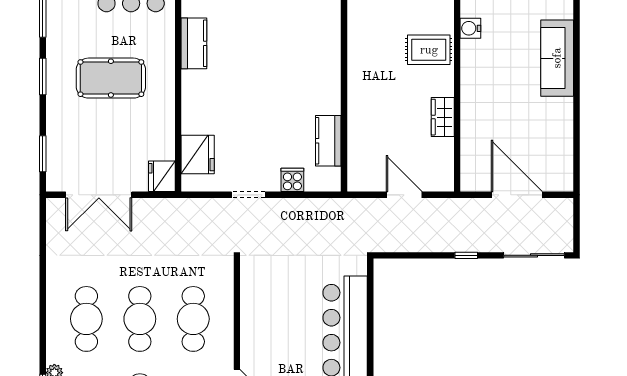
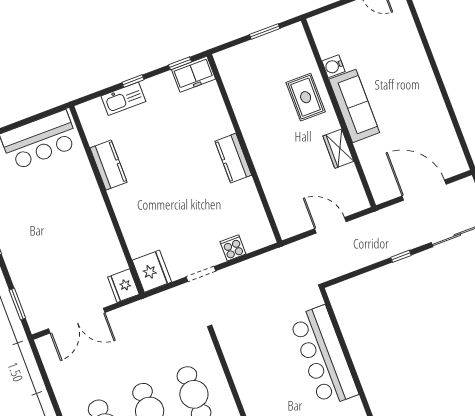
rug: (429, 50) -> (306, 97), turned 90
sofa: (557, 58) -> (354, 106), moved, turned 180
pool table: (111, 78) -> (50, 220), removed
kitchen counter: (328, 141) -> (233, 158), moved
fridge: (198, 155) -> (152, 271), moved

